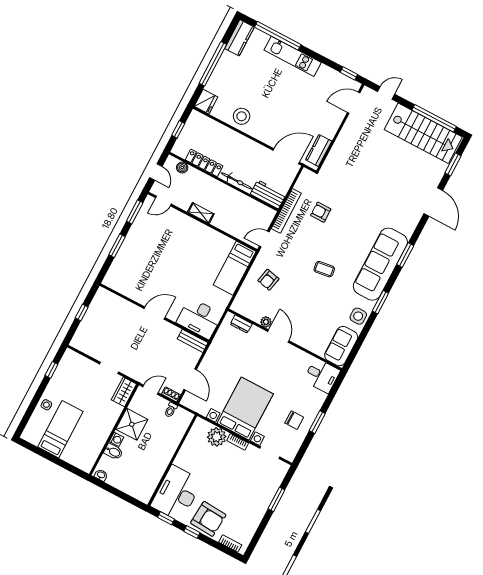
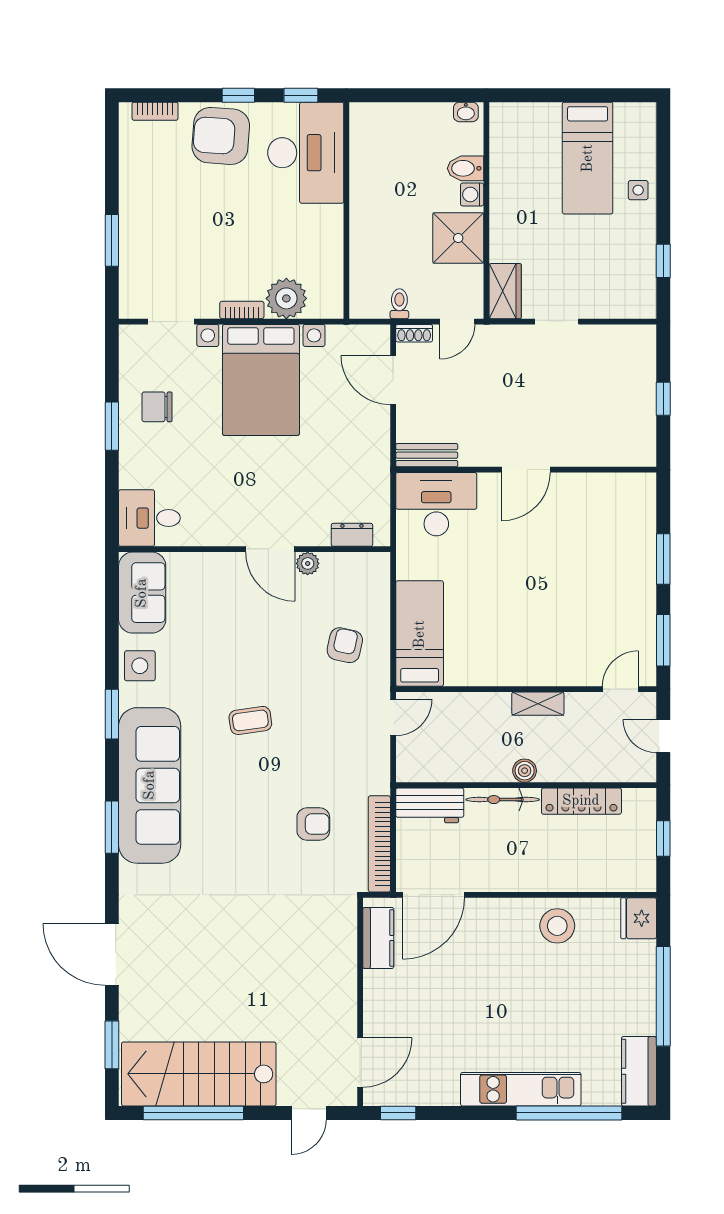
boiler: (182, 168) -> (525, 771), moved
bookcase: (286, 211) -> (379, 844), moved

